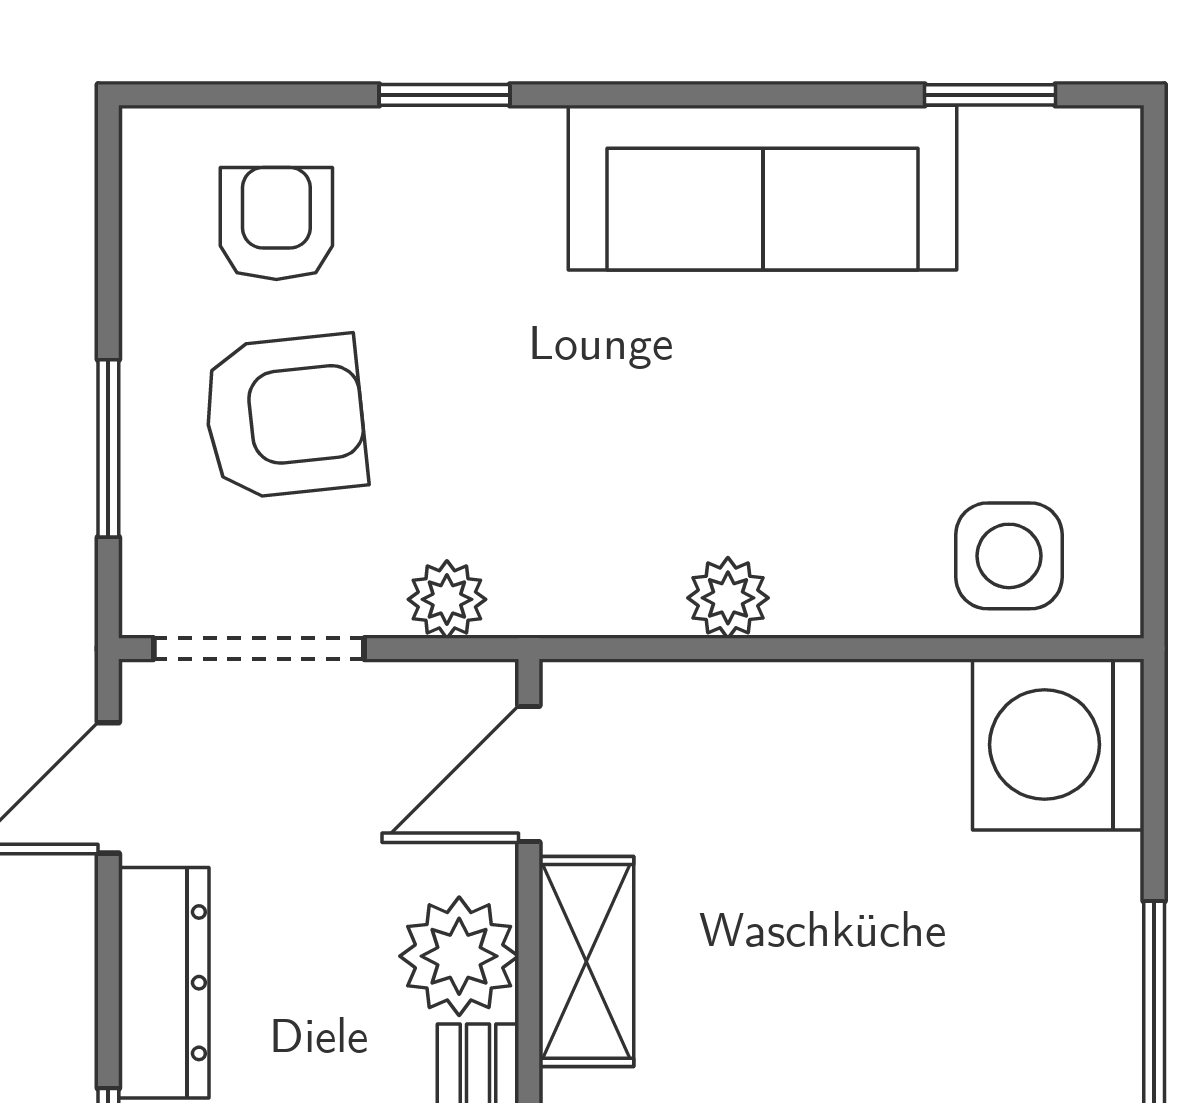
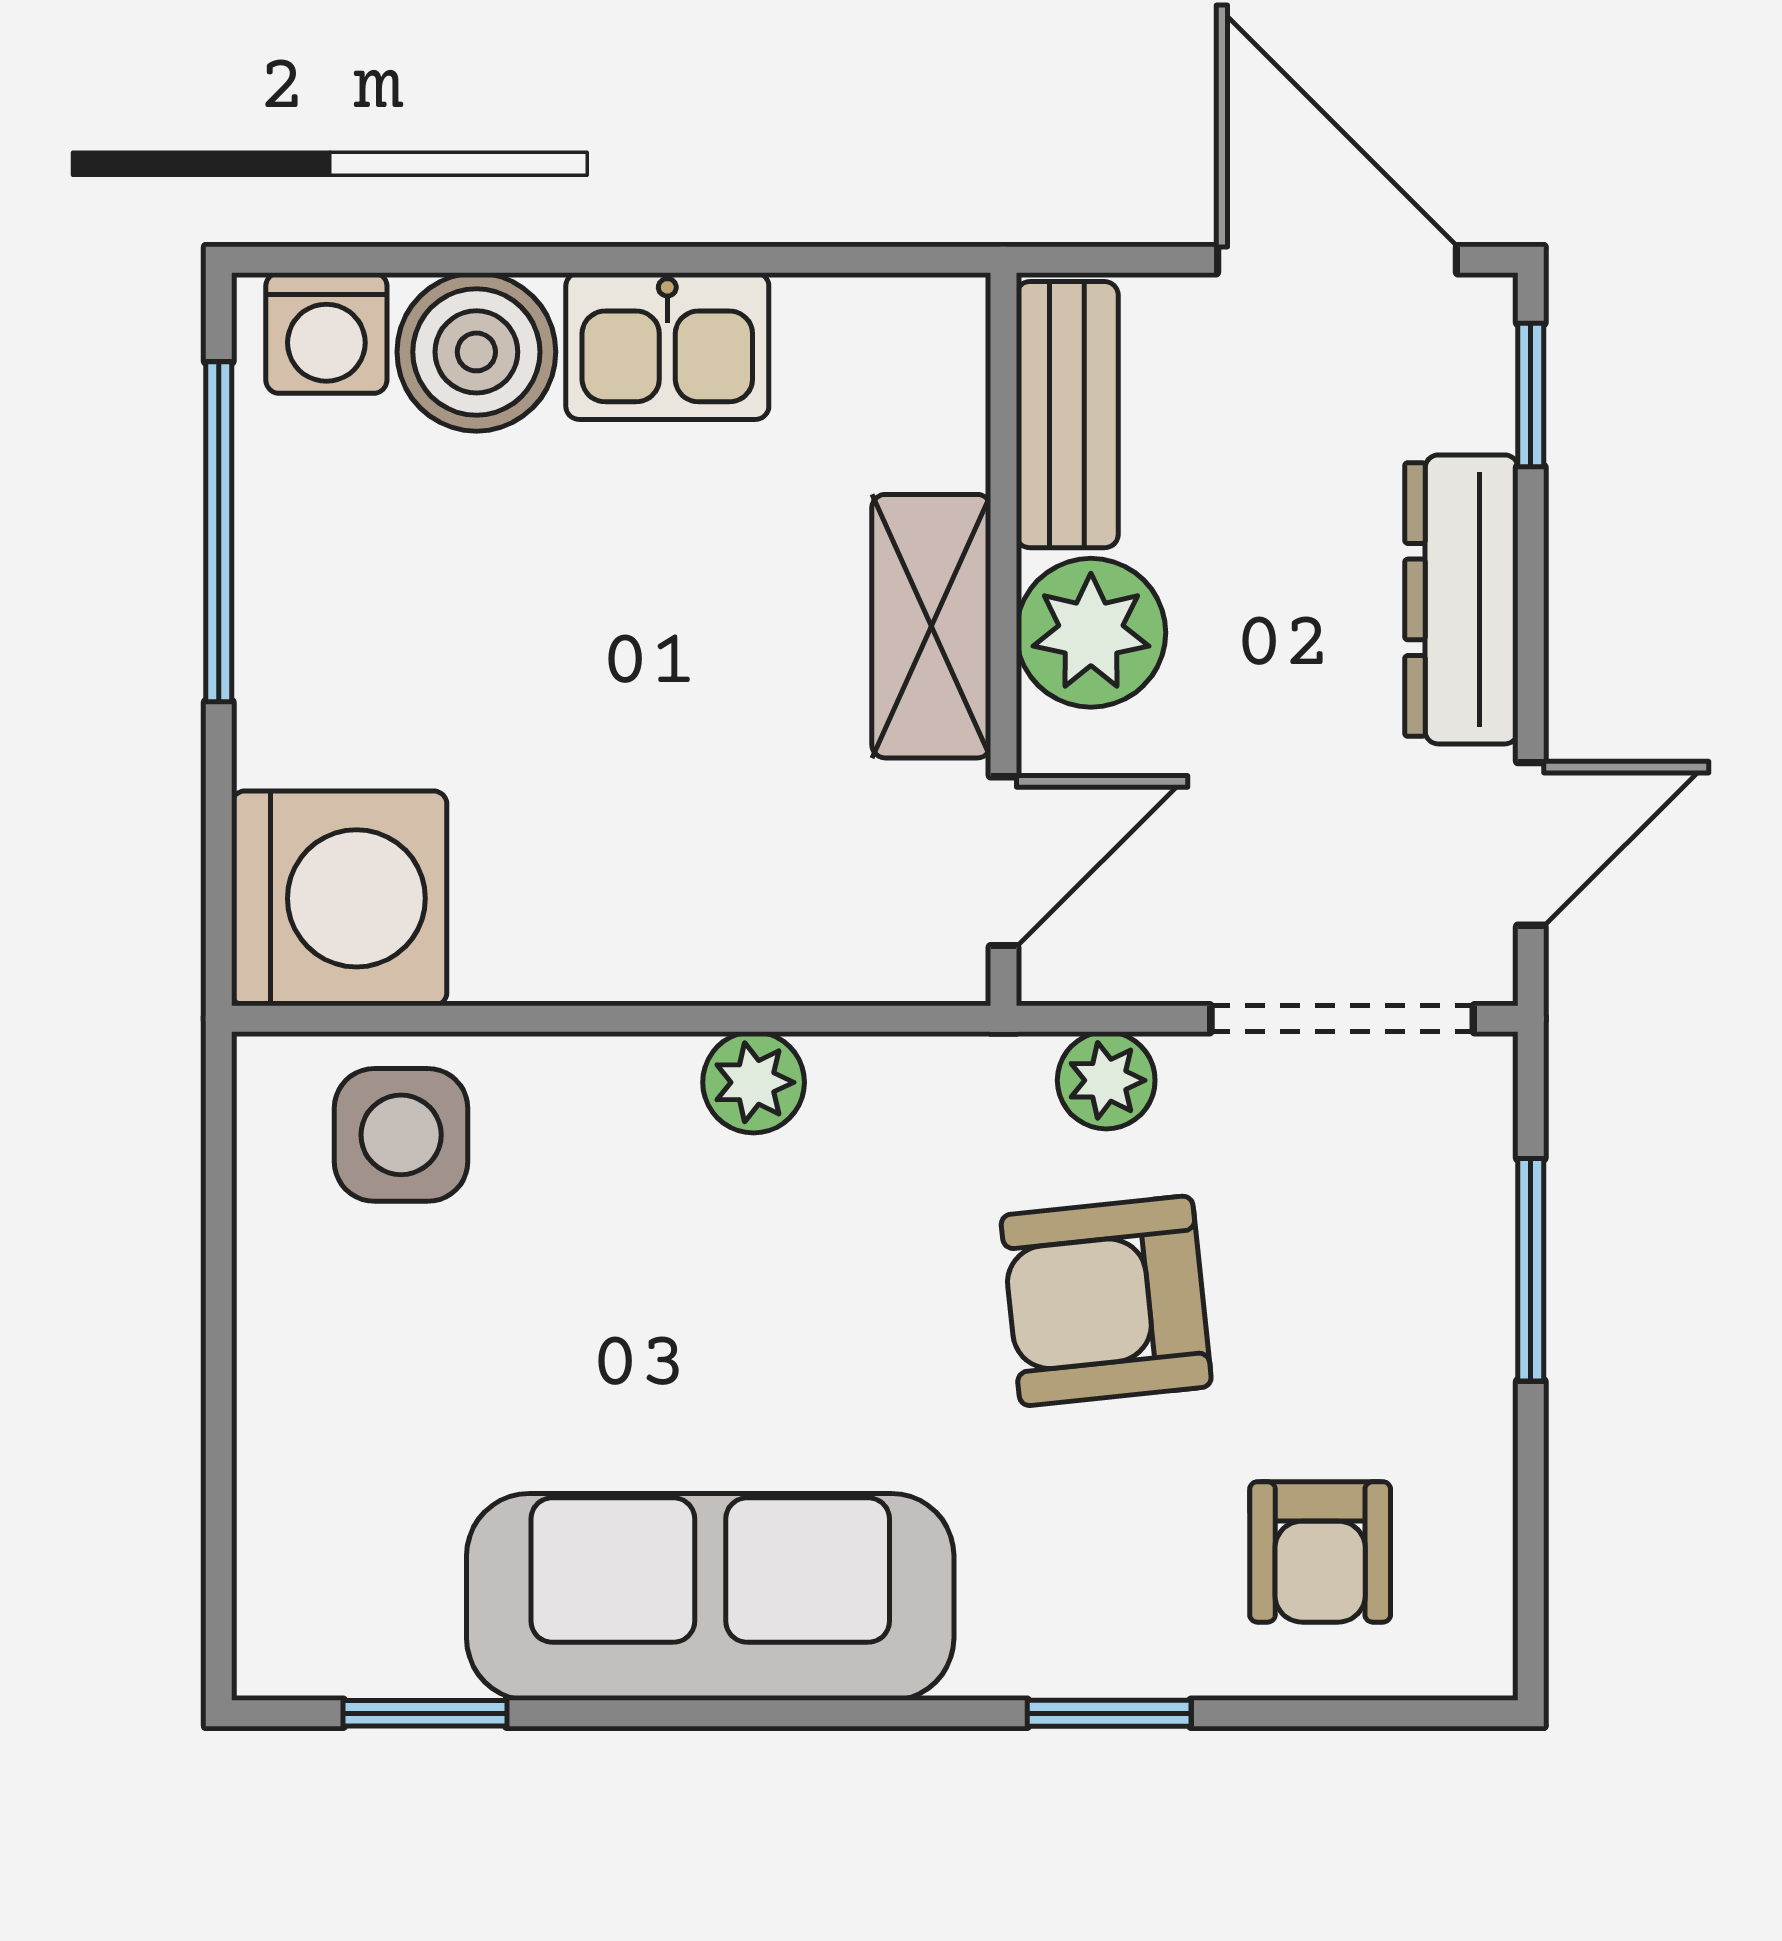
armchair: (285, 417) -> (1106, 1301), moved

